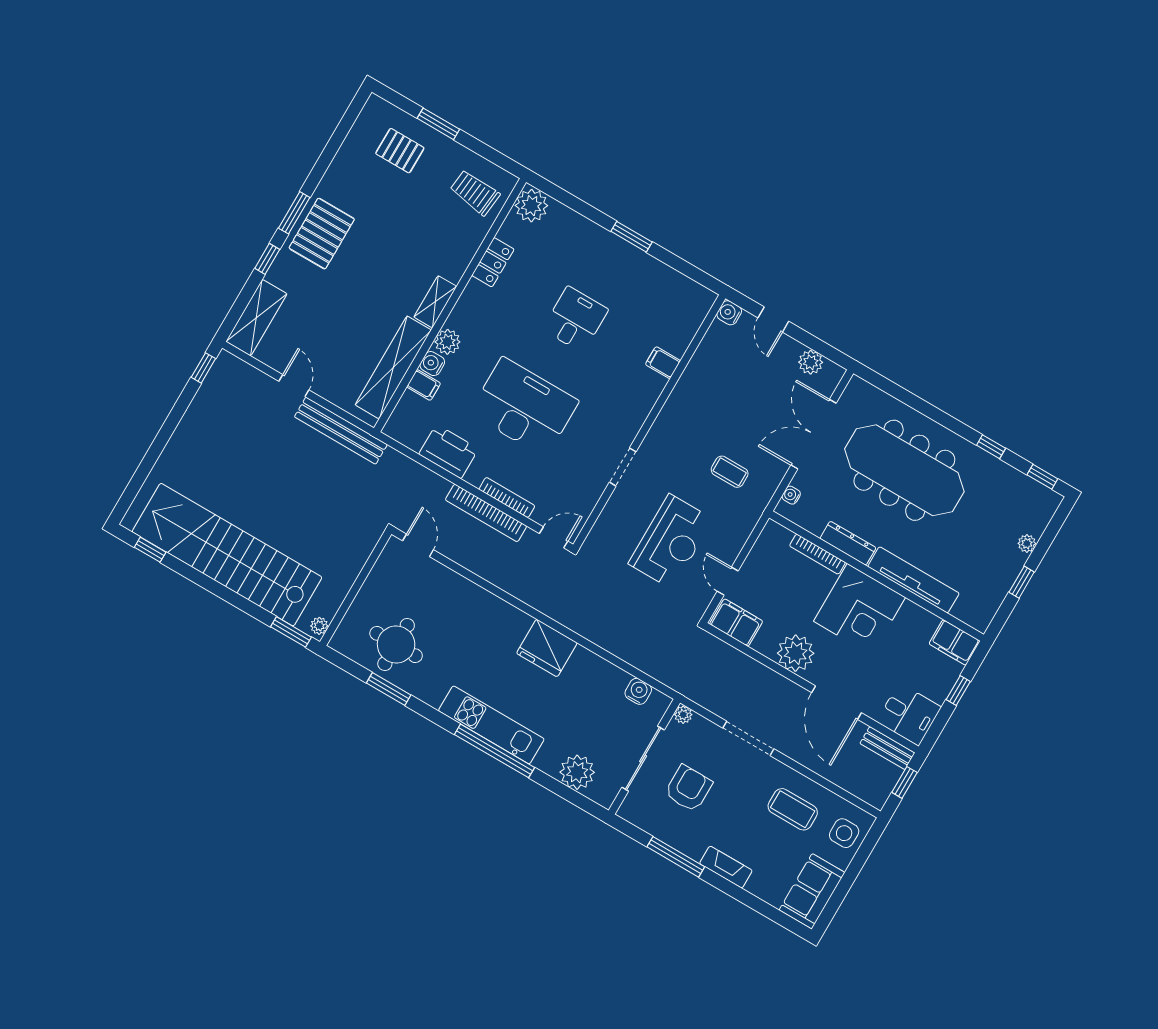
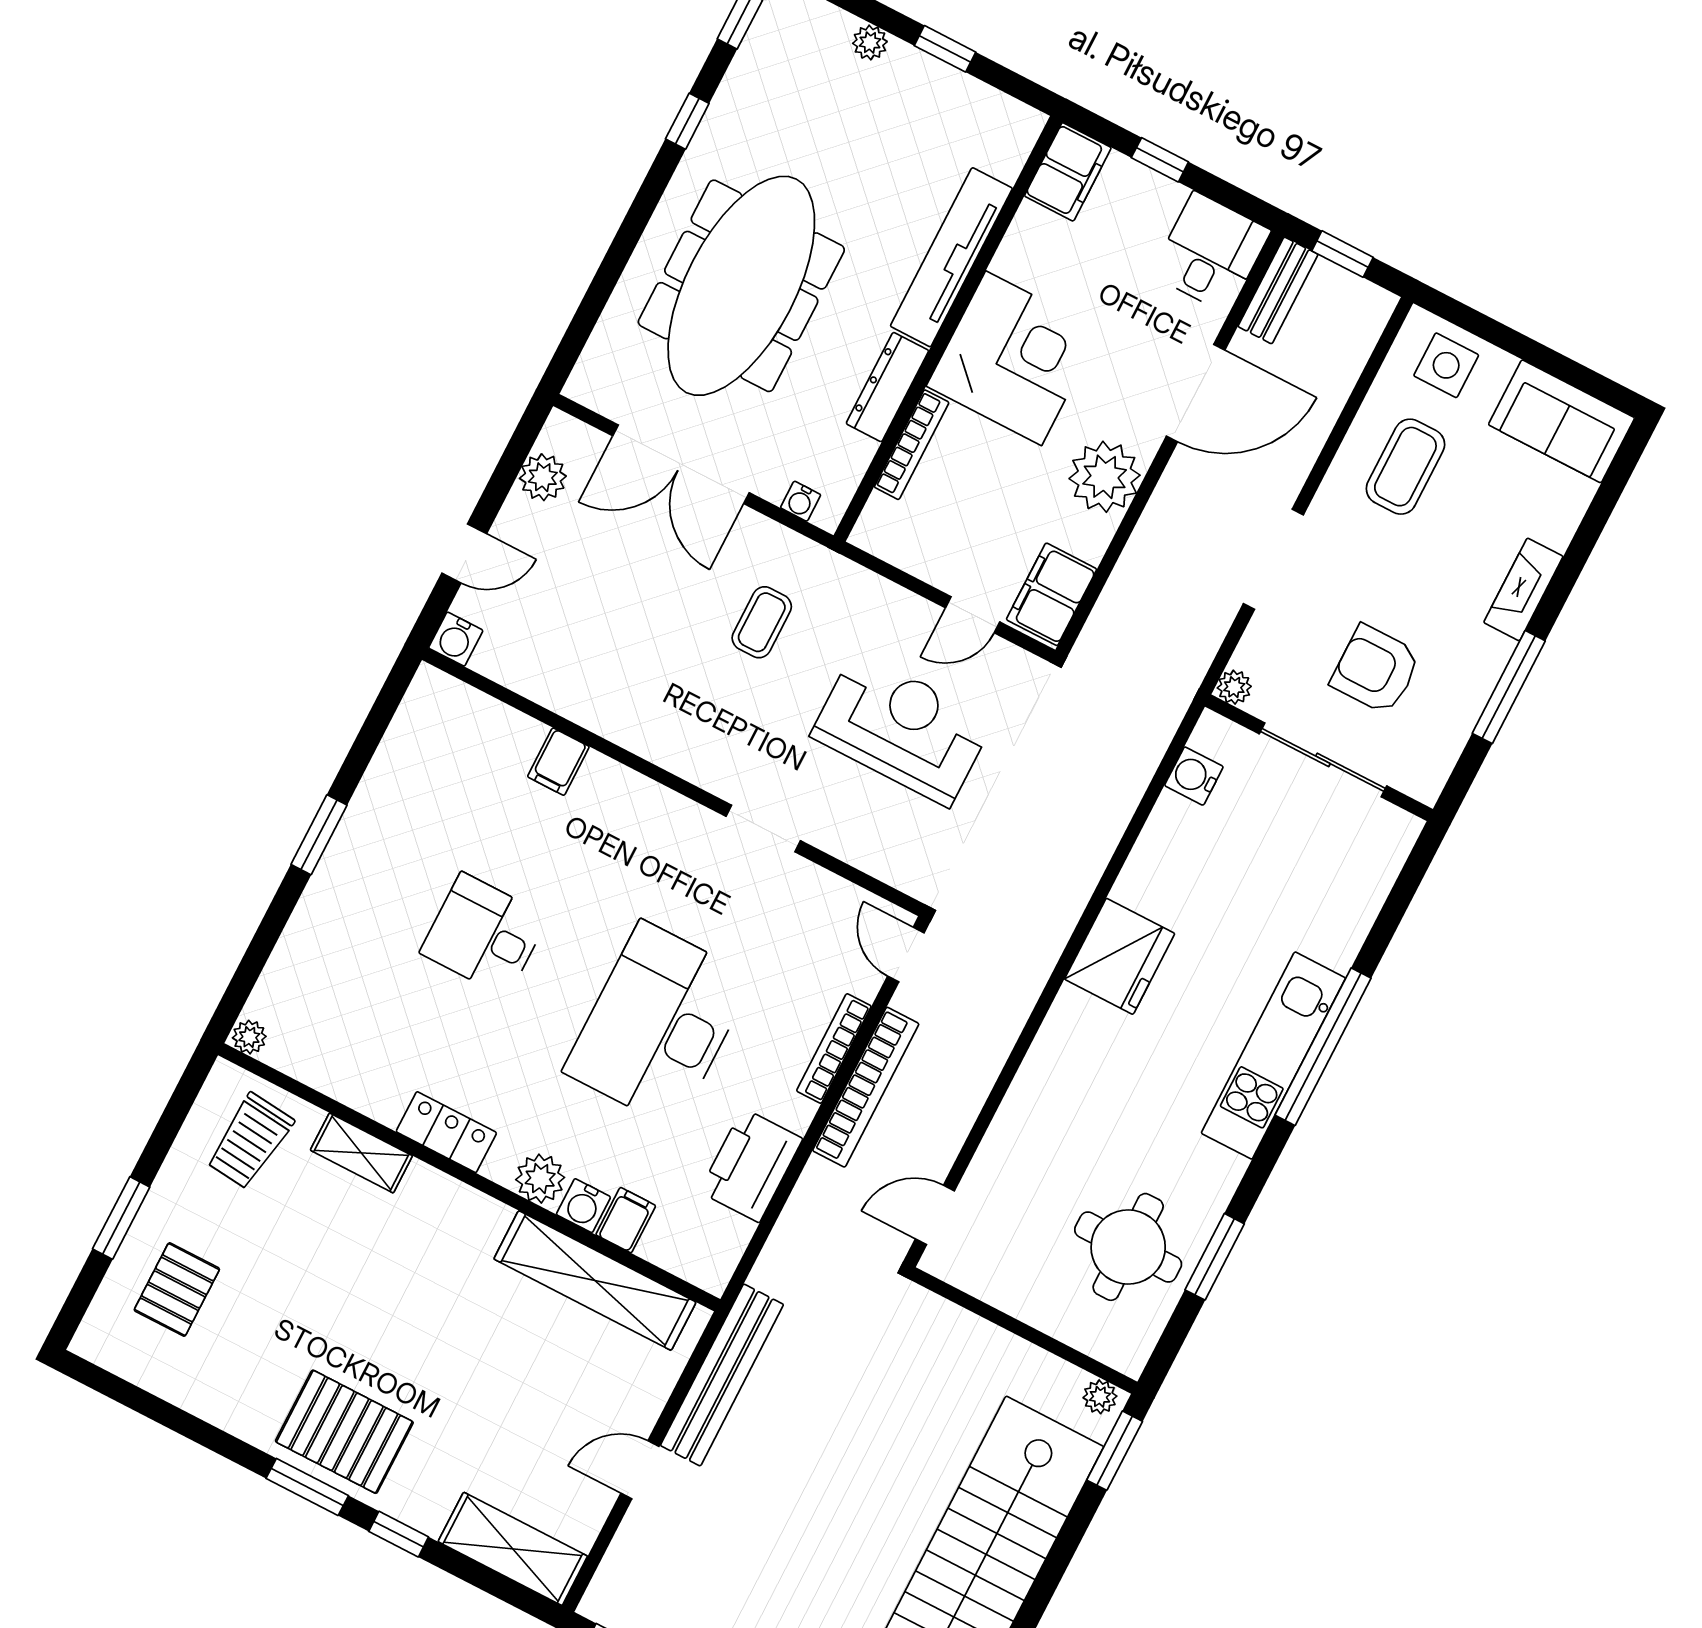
plant: (531, 206) -> (249, 1037), width x0.53, depth x0.53
locker: (493, 262) -> (446, 1132), moved
shelving: (435, 302) -> (361, 1153), moved
plant: (577, 772) -> (1356, 885), removed

